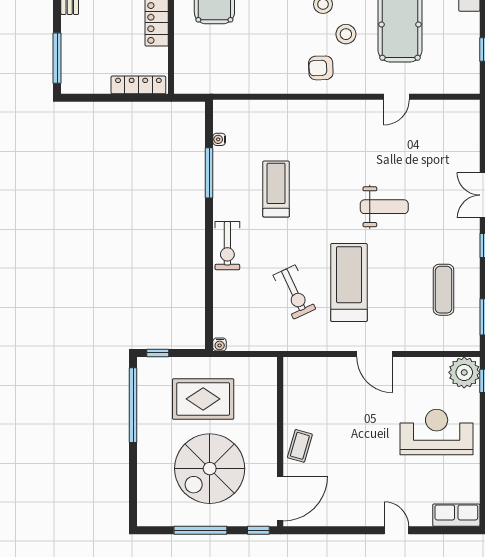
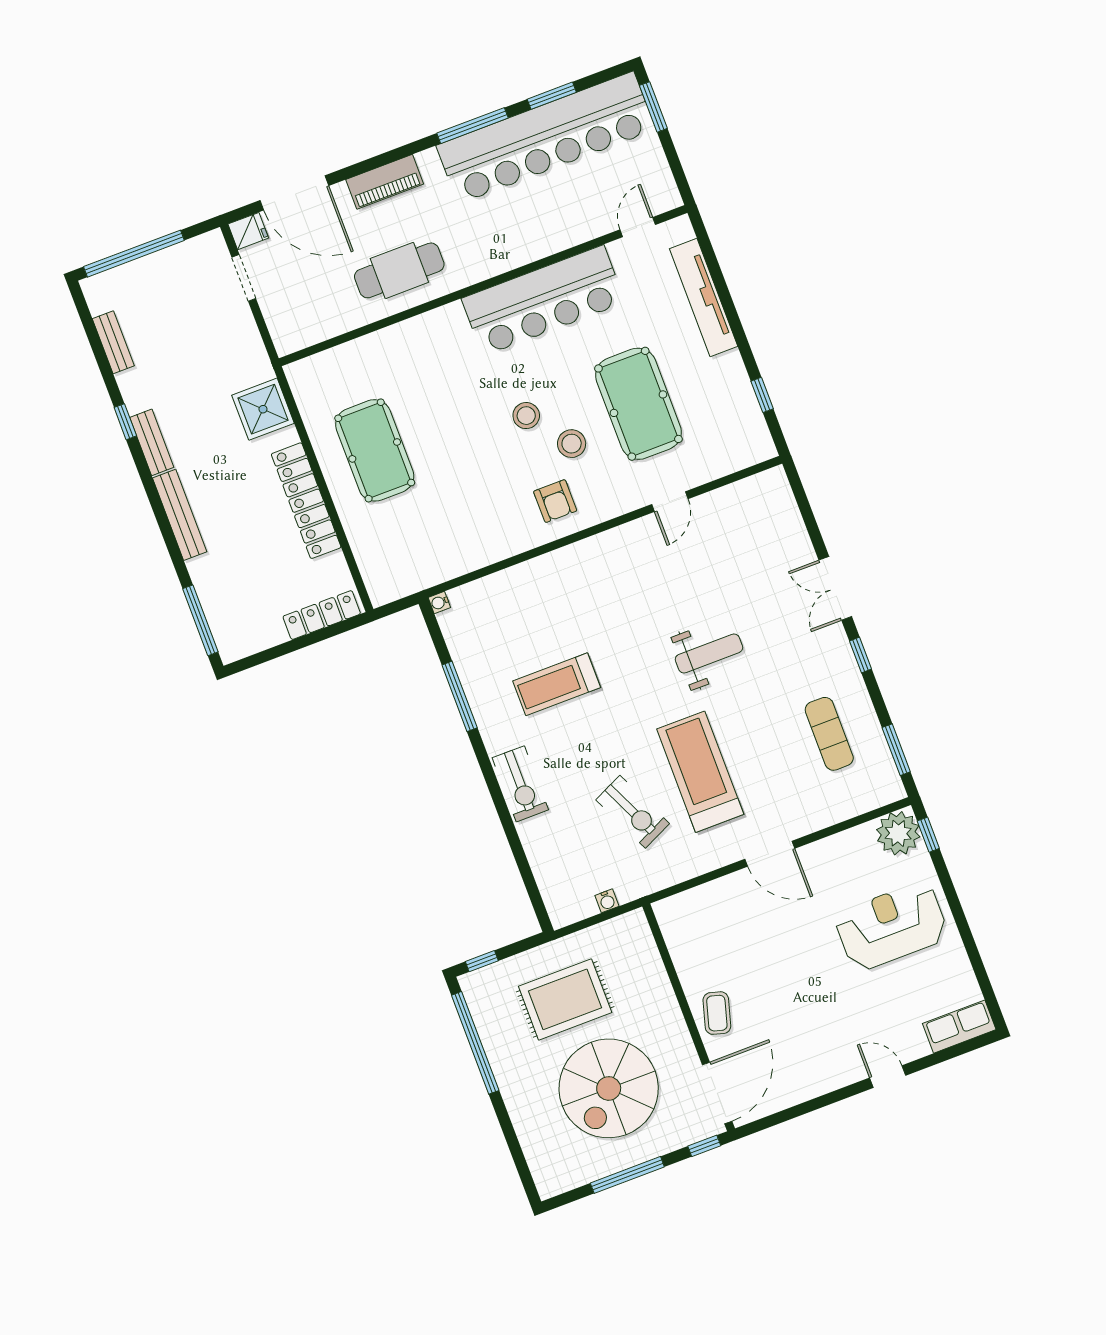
armchair: (321, 68) -> (555, 501), turned -88
water cooler: (219, 139) -> (439, 602), moved
treadmill: (276, 189) -> (557, 684), turned -90
water cooler: (220, 344) -> (607, 901), moved

